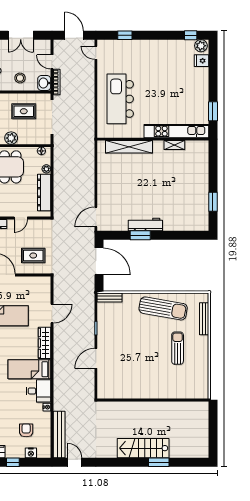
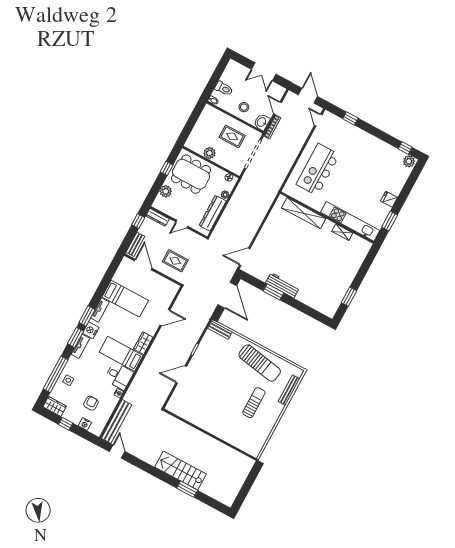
fridge: (201, 61) -> (389, 199), moved
wardrobe: (45, 343) -> (143, 343), width x0.67

